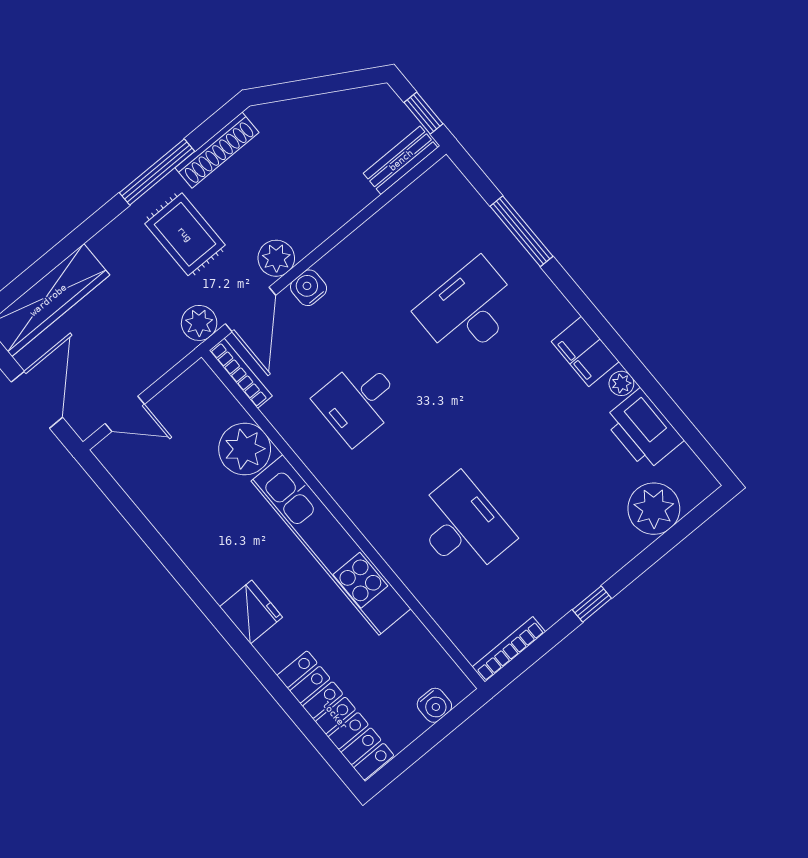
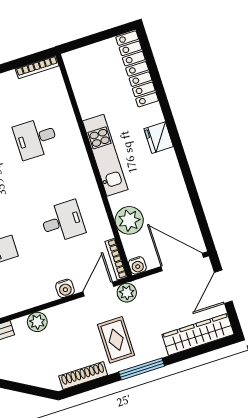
window: (157, 172) -> (142, 369), moved
plant: (276, 258) -> (37, 322), moved
door: (125, 414) -> (182, 262), width x1.88
desk: (462, 526) -> (36, 138), width x0.73
kitchen unit: (331, 545) -> (105, 155), width x0.73
water cooler: (434, 705) -> (137, 265), moved, turned 180

